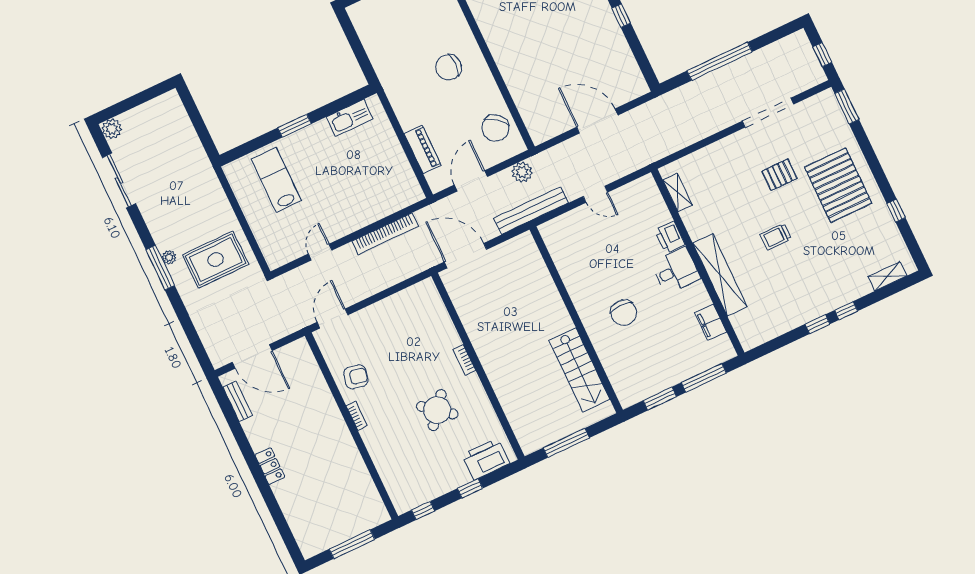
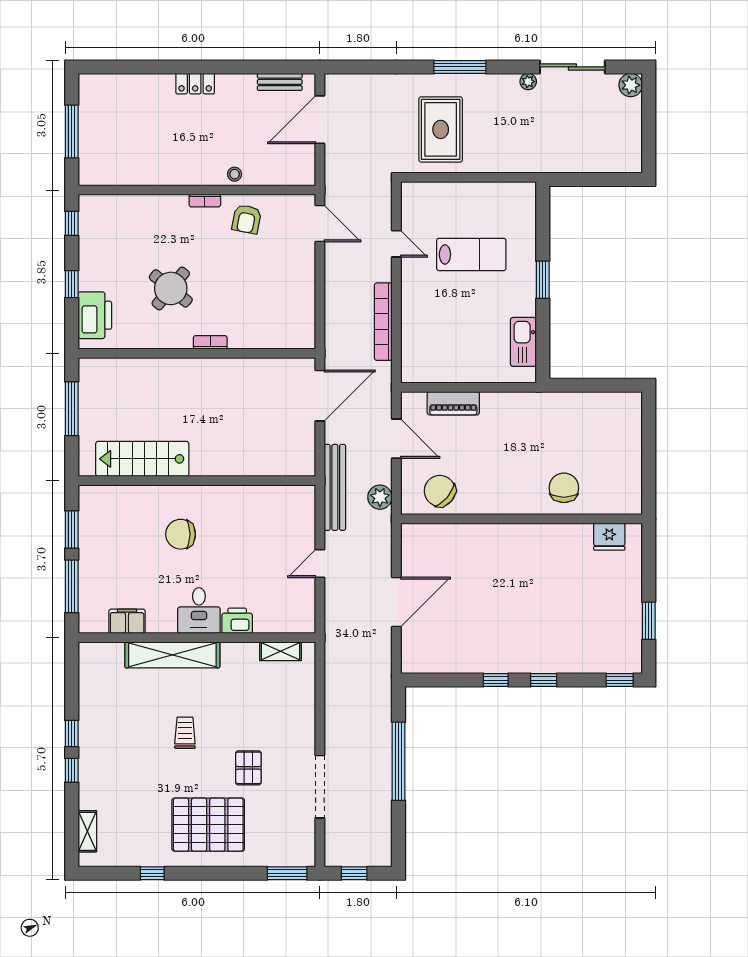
chair: (449, 67) -> (564, 488), moved
lab bench: (276, 180) -> (471, 254), moved
plant: (169, 257) -> (528, 82), moved
stool: (325, 403) -> (235, 174), added

